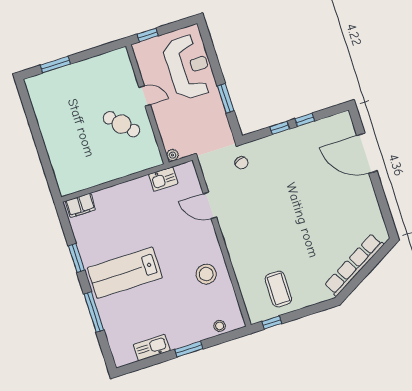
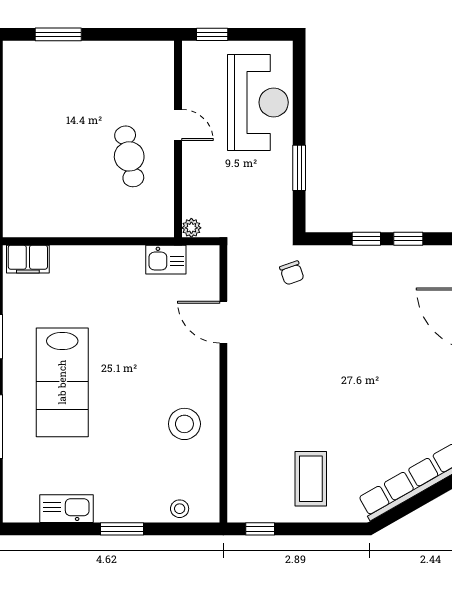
cafe table: (121, 124) -> (129, 156), turned 33
lab bench: (125, 273) -> (62, 382), turned -90
coffee table: (278, 289) -> (311, 479), moved

